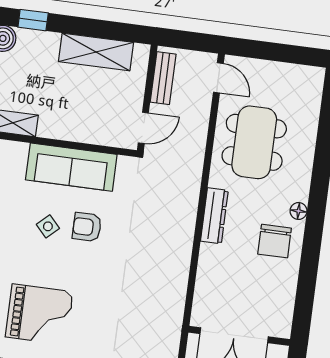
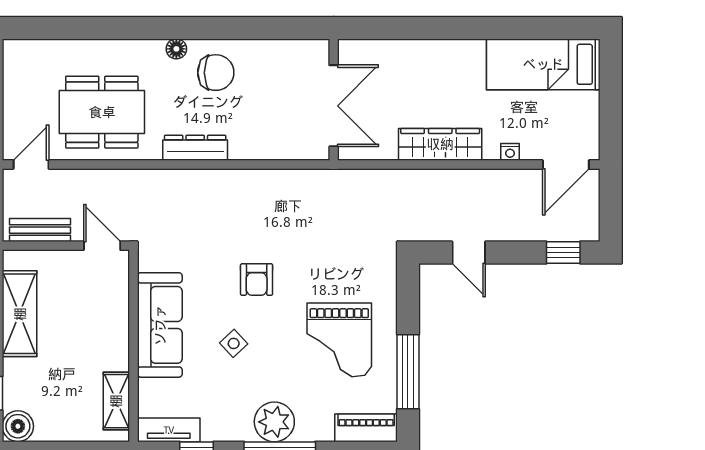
armchair: (87, 227) -> (257, 280), moved
grand piano: (39, 314) -> (339, 340), turned 180

